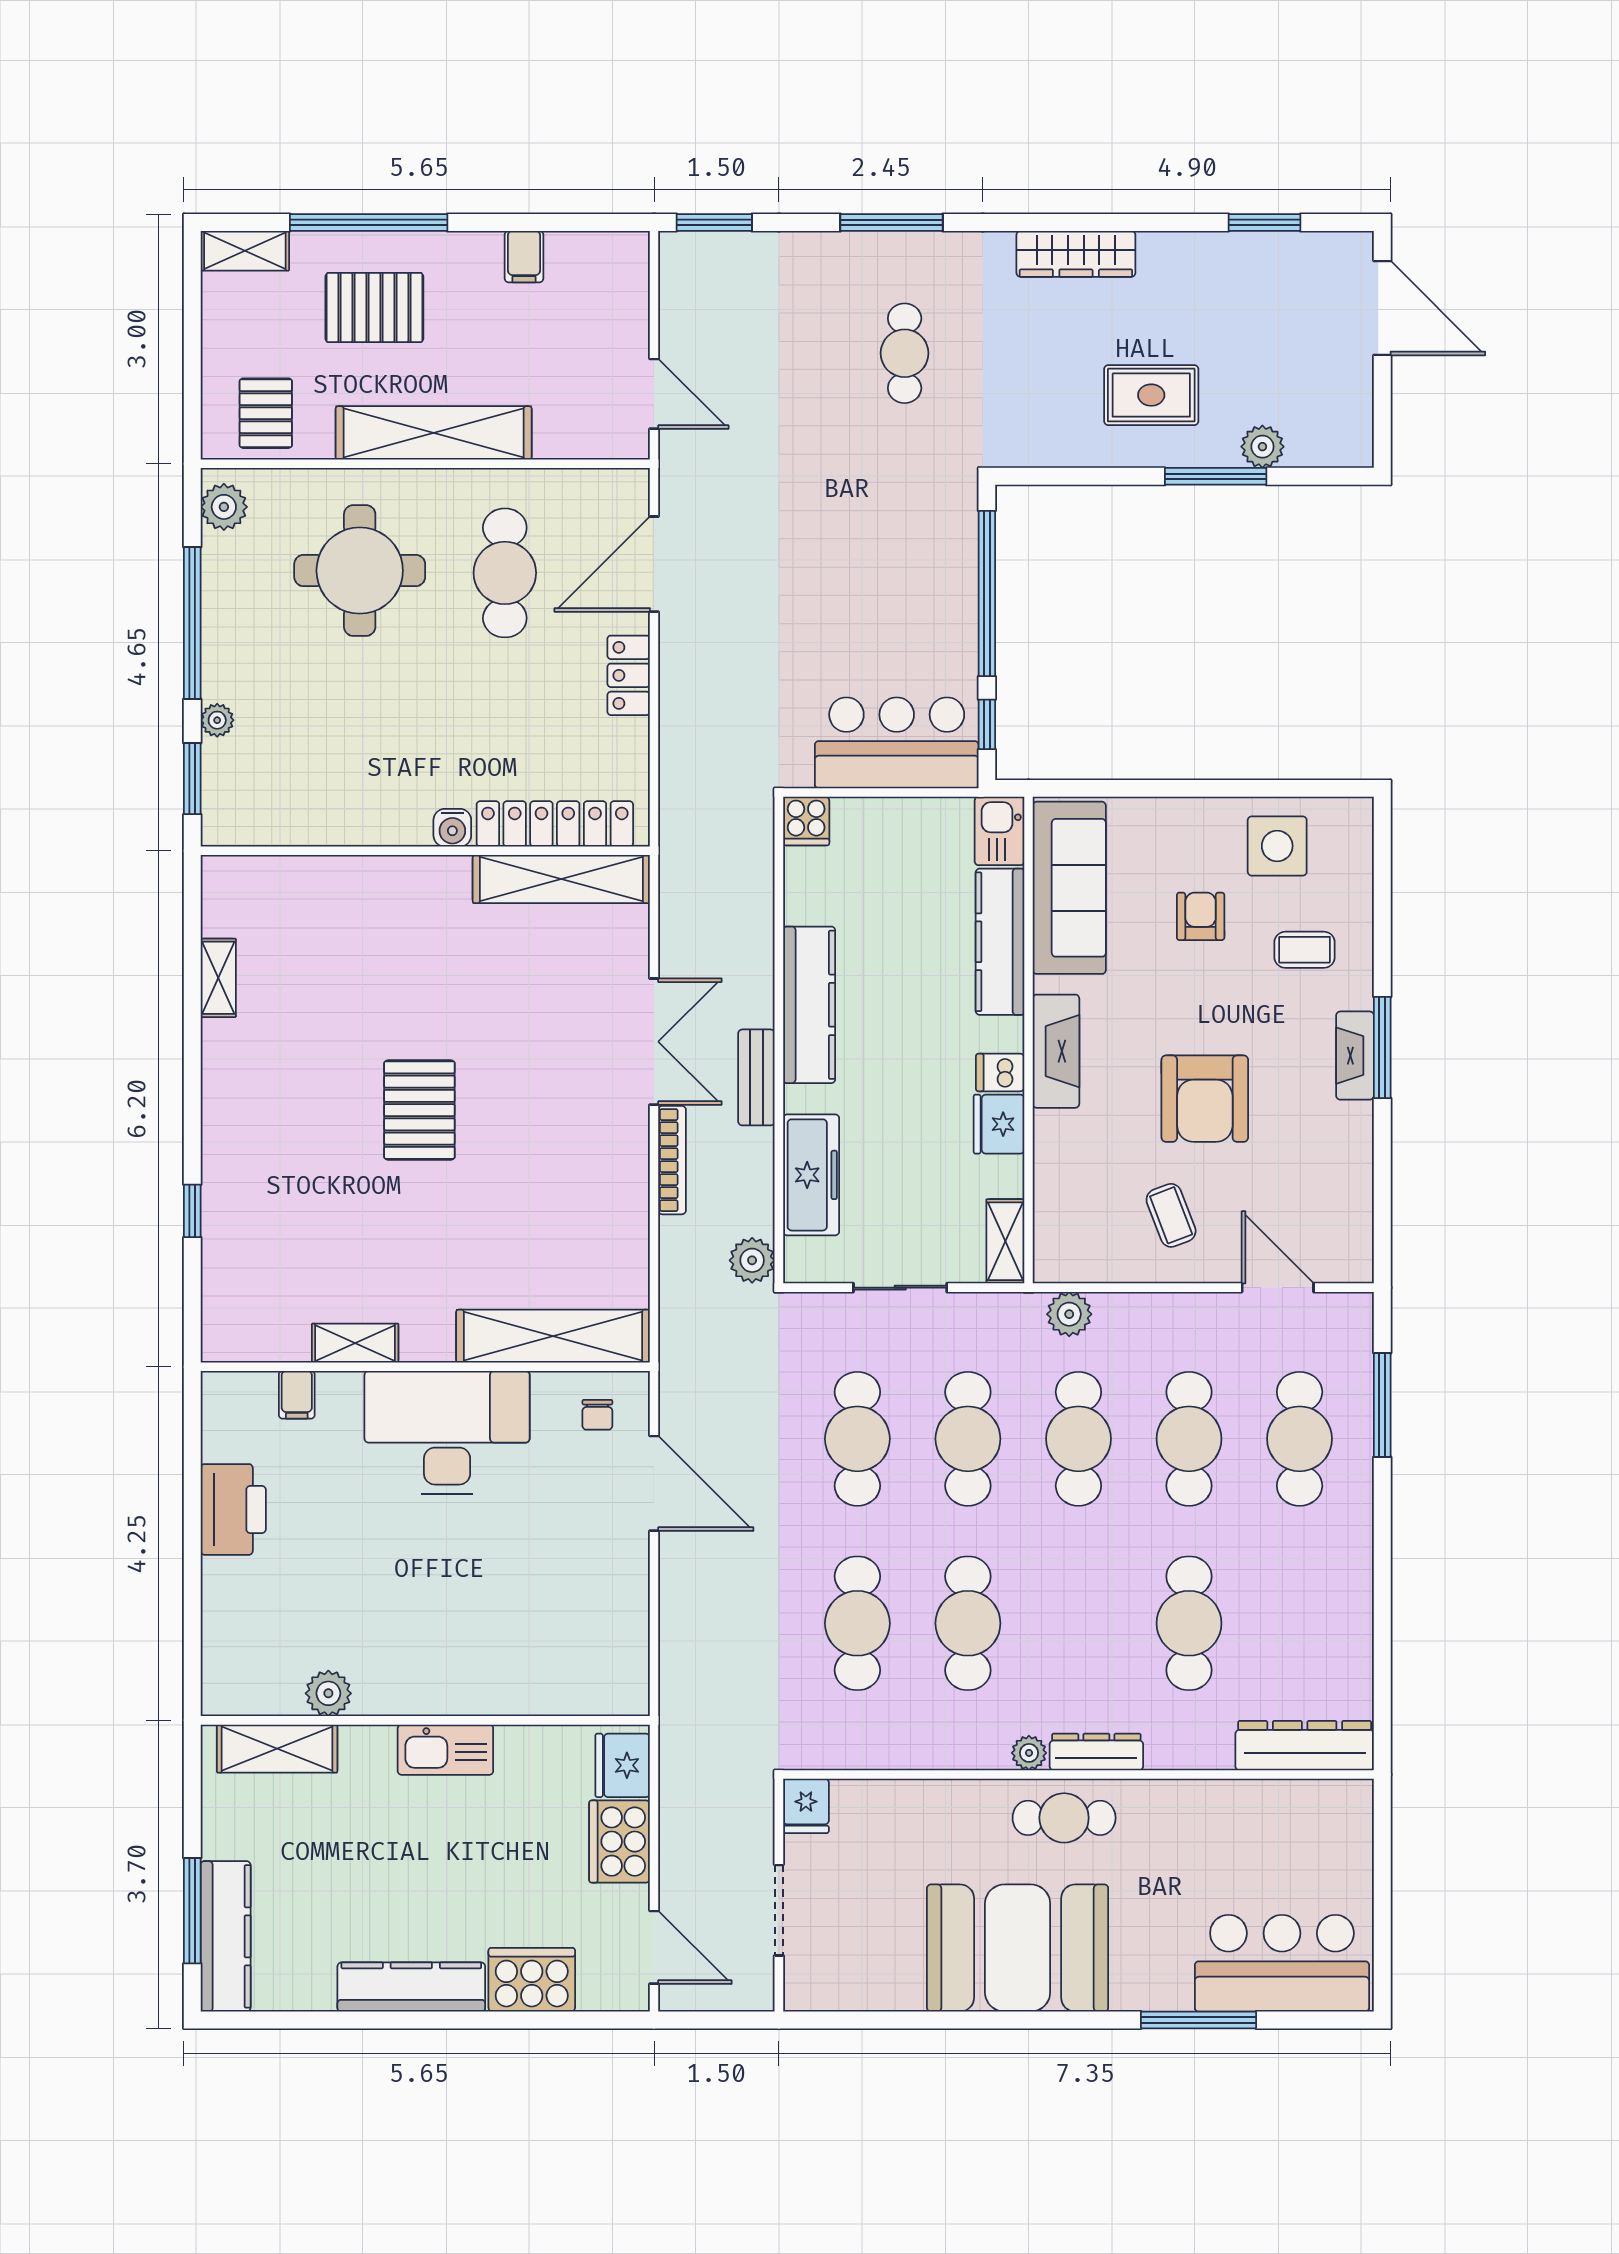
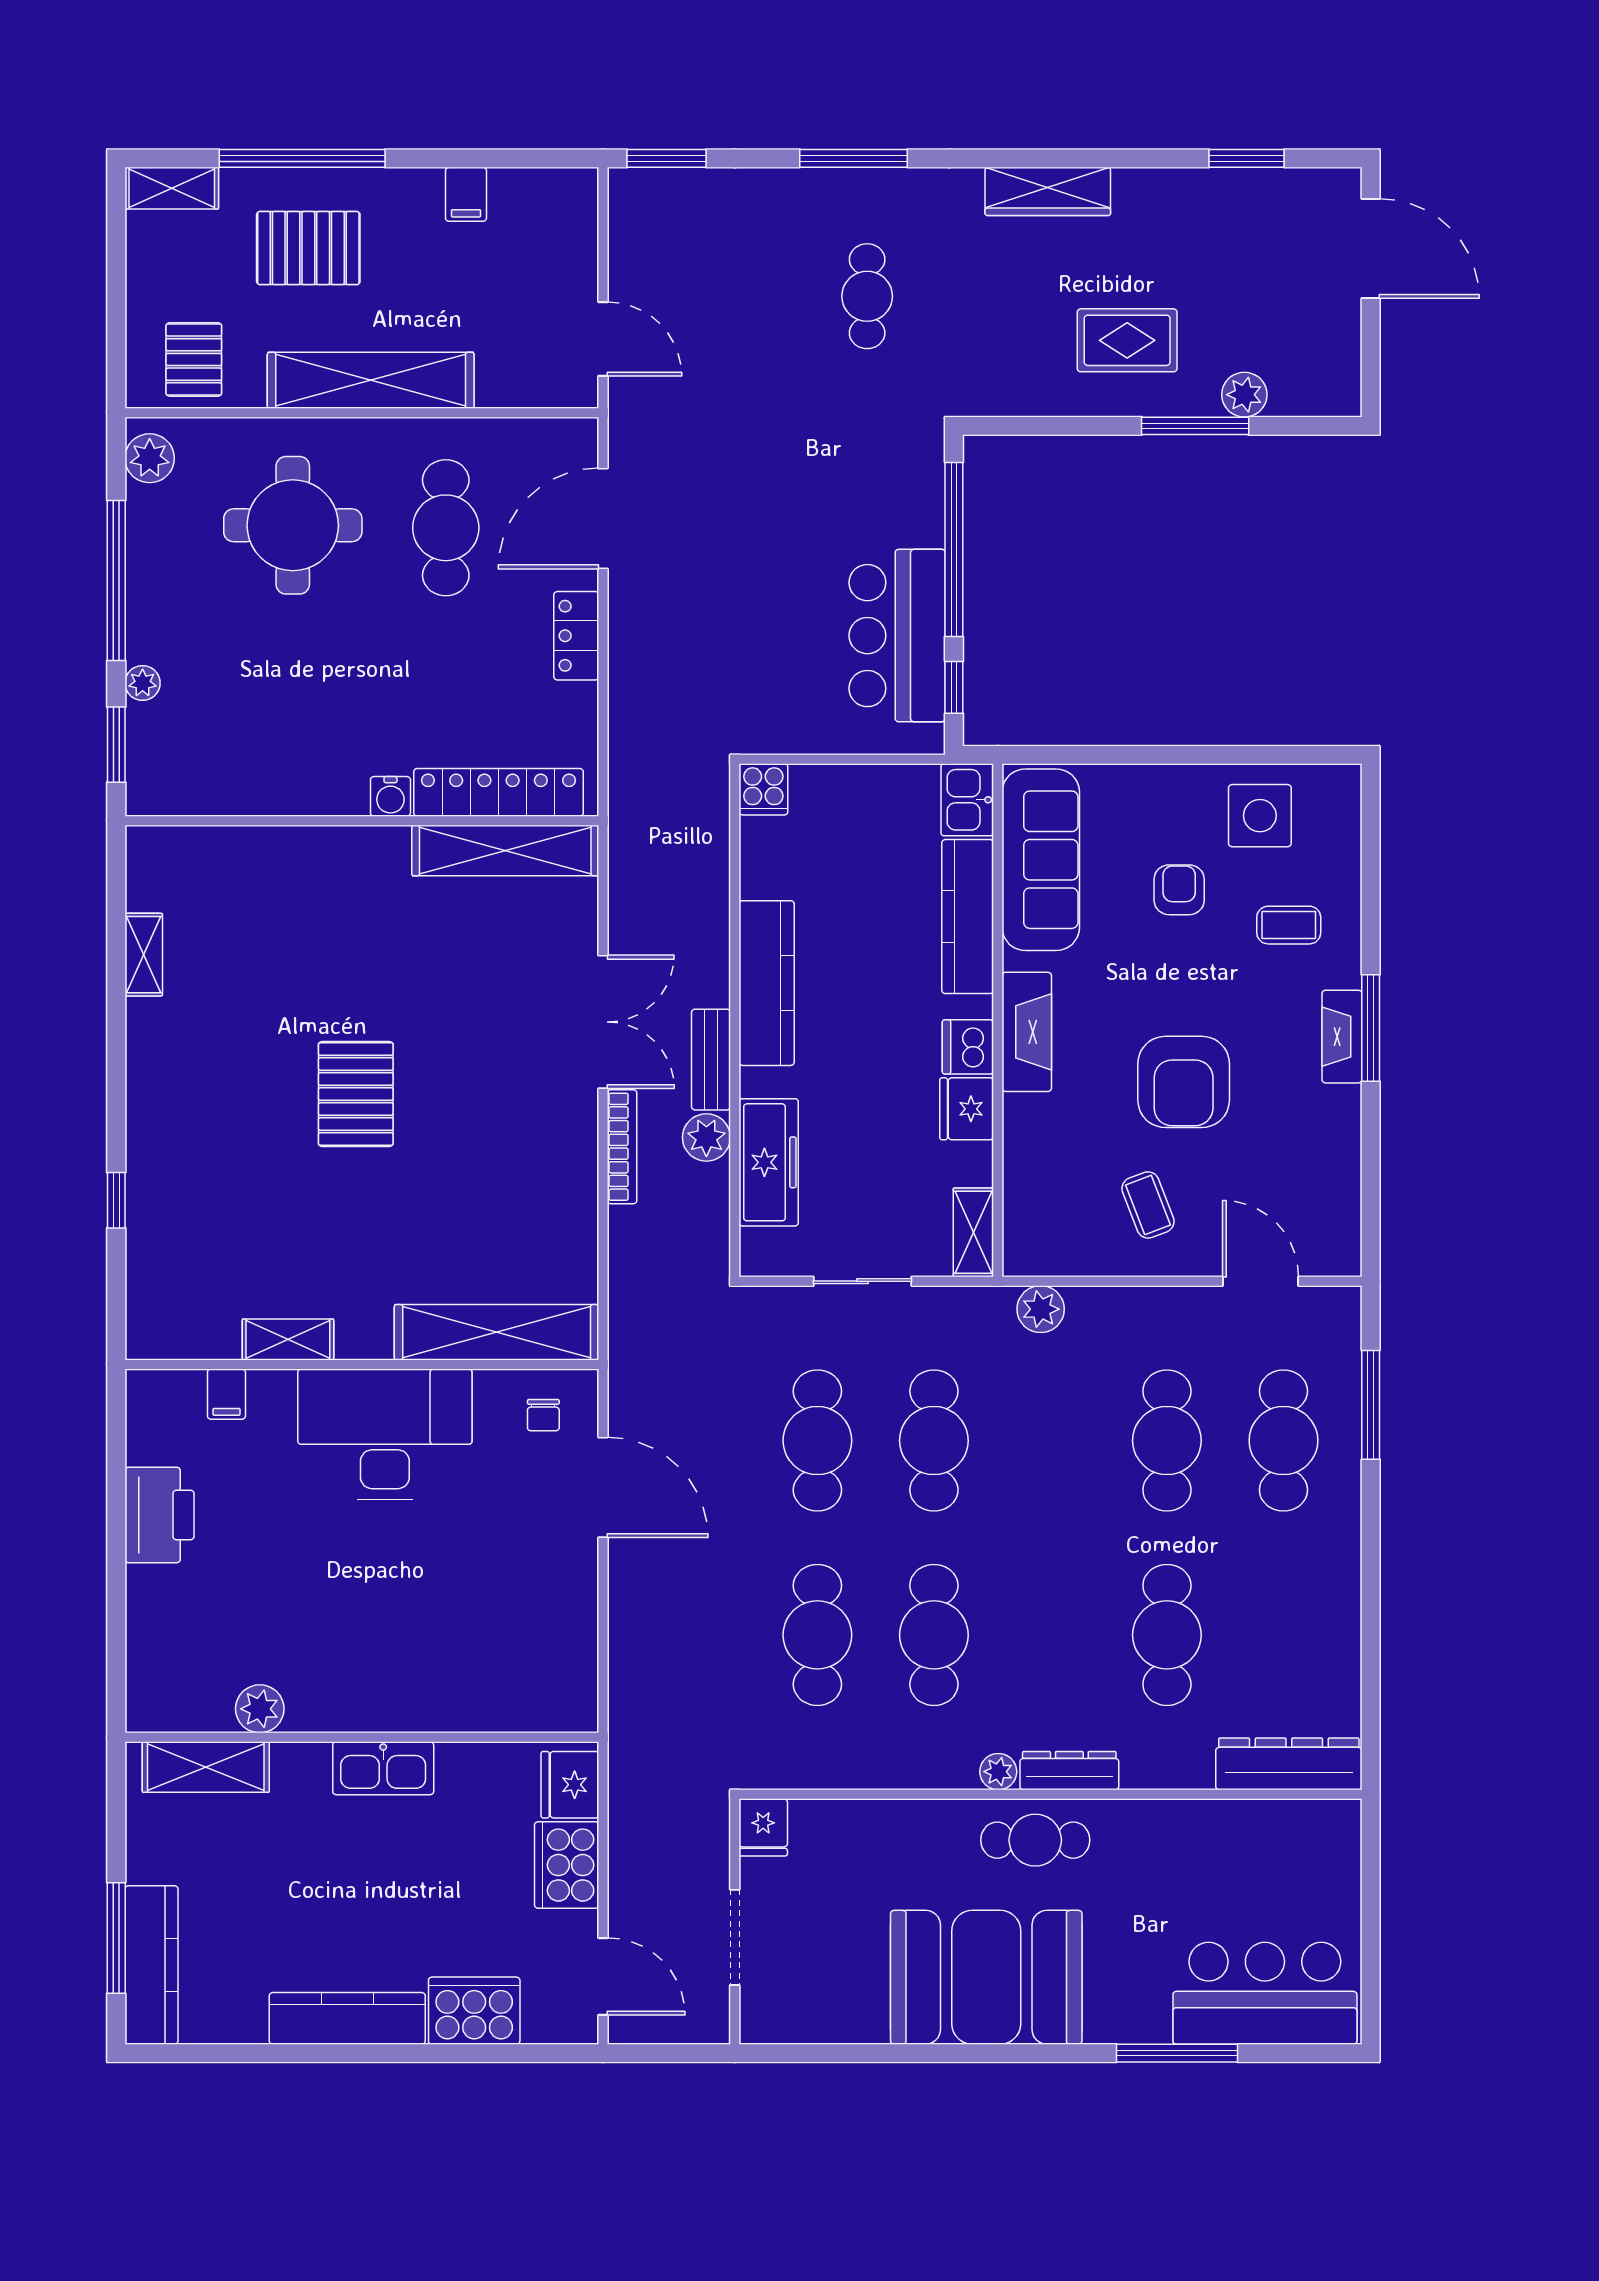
bar counter: (897, 743) -> (897, 636), moved, turned -90
dishwasher: (1000, 1072) -> (968, 1047), width x1.38
plant: (752, 1260) -> (706, 1137), moved
cafe table: (1078, 1439) -> (1050, 1441), removed

